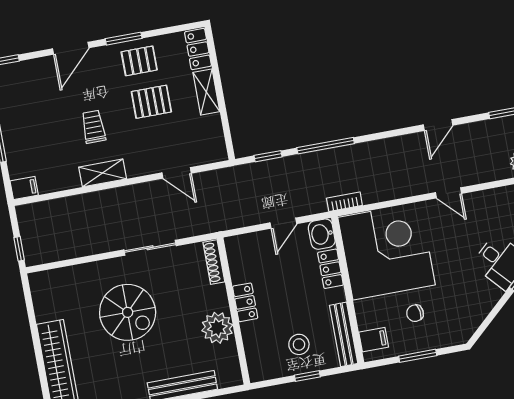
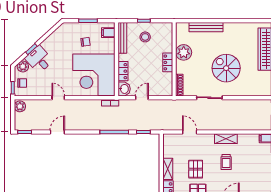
pallet: (151, 102) -> (196, 169), turned 90

